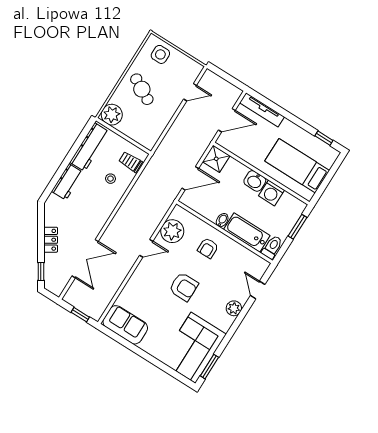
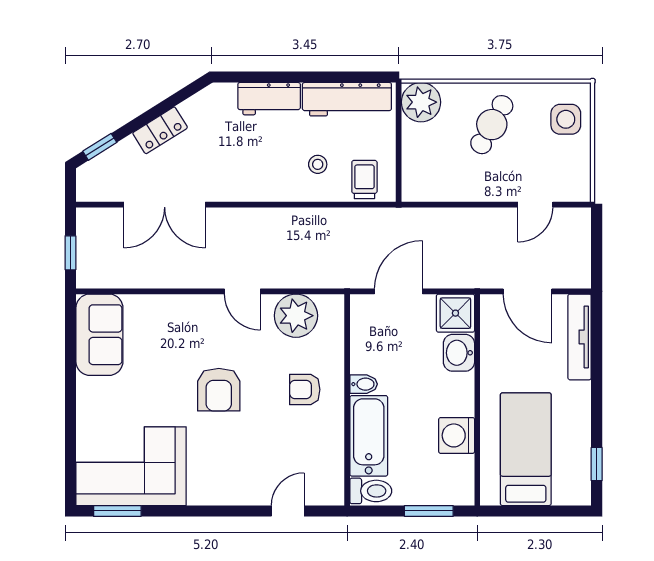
door: (190, 92) -> (535, 205), hinge flipped
door: (190, 178) -> (398, 291), swing flipped
washbasin: (255, 181) -> (459, 353), moved
plant: (234, 308) -> (235, 491), removed

